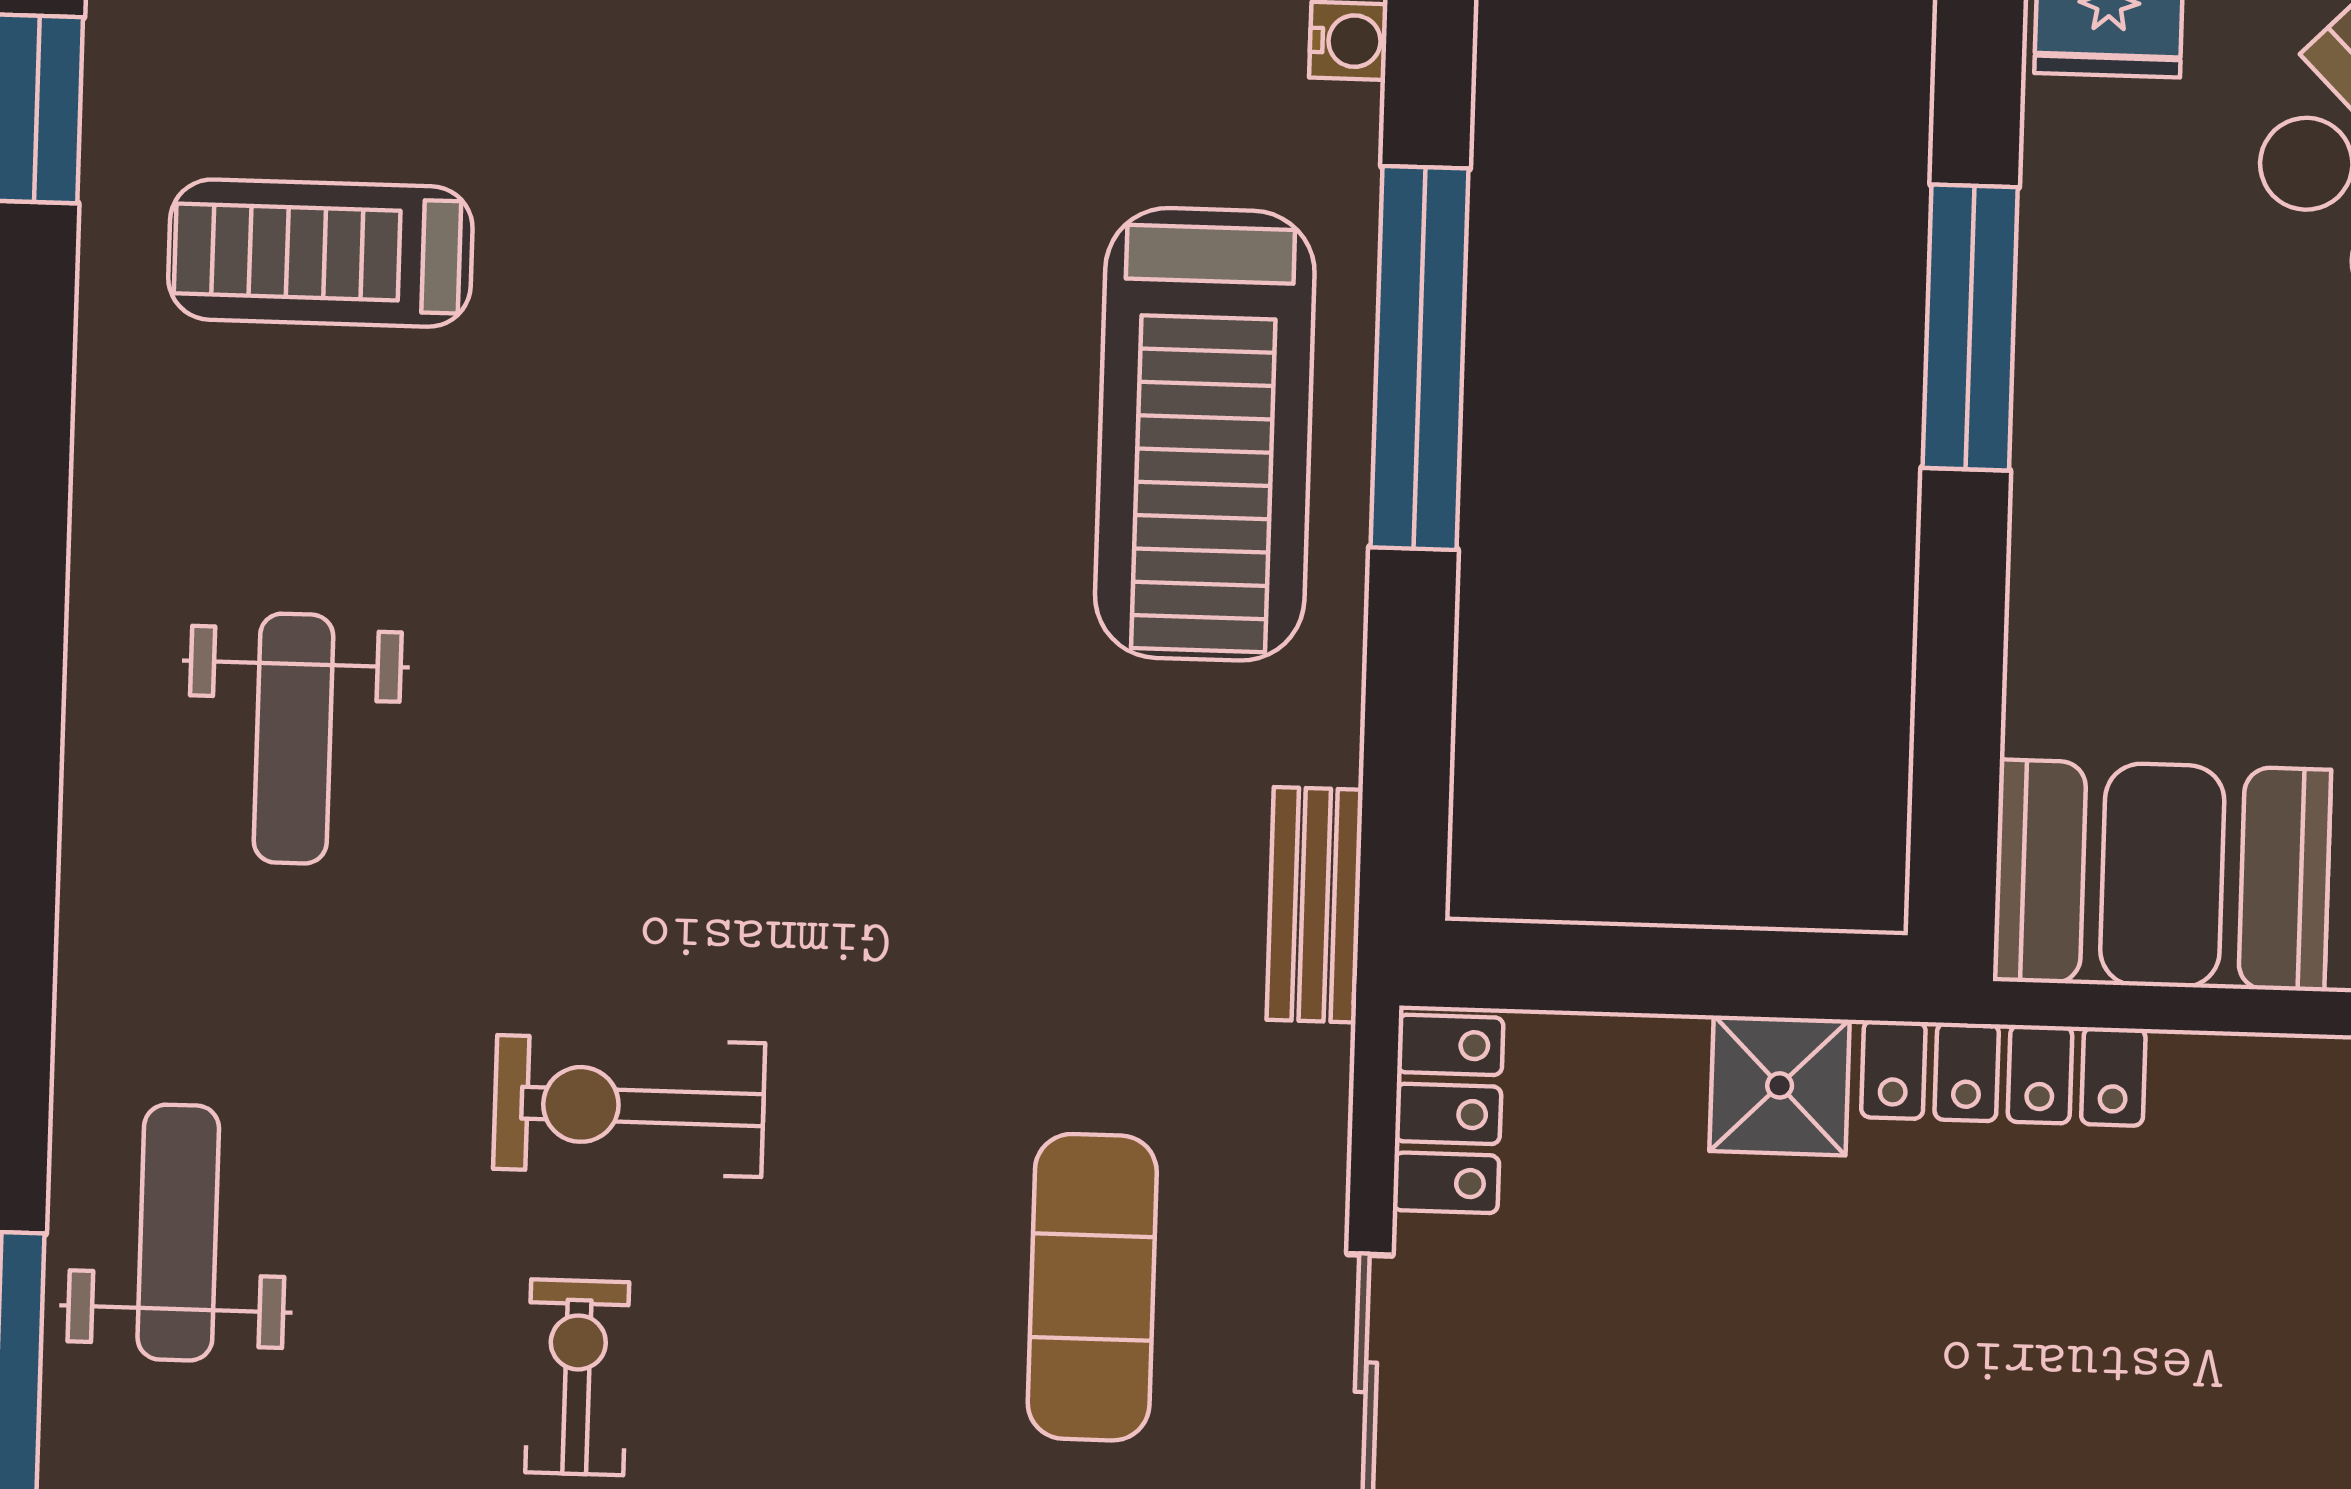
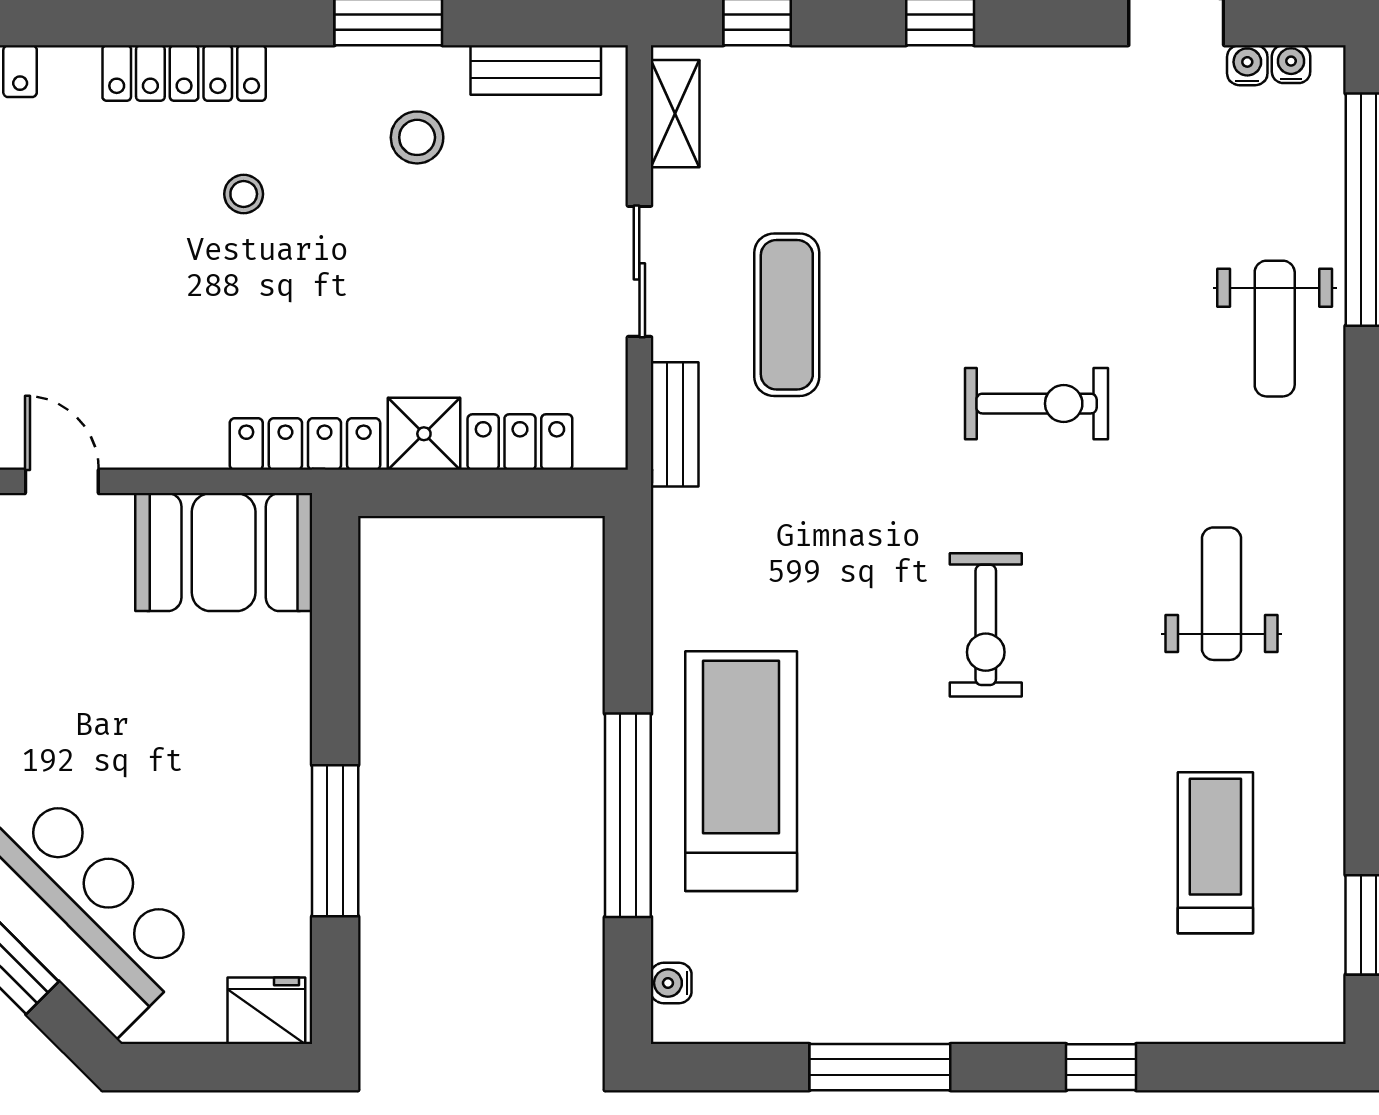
treadmill: (320, 253) -> (1215, 853), turned -90
bench: (1315, 905) -> (675, 424), moved
locker: (1448, 1114) -> (520, 442), moved, turned 90
exercise bike: (577, 1377) -> (986, 625), moved, width x1.38, depth x1.39

